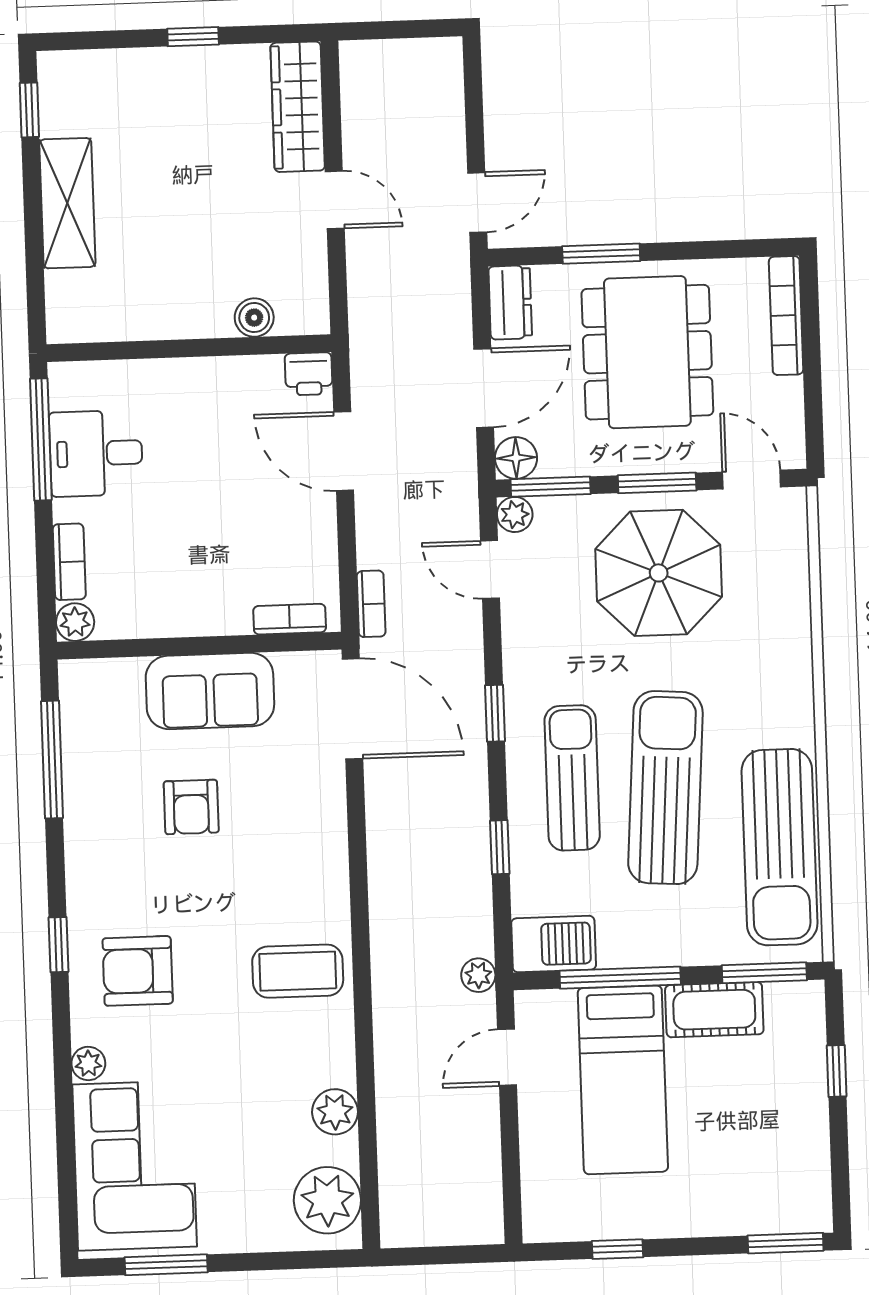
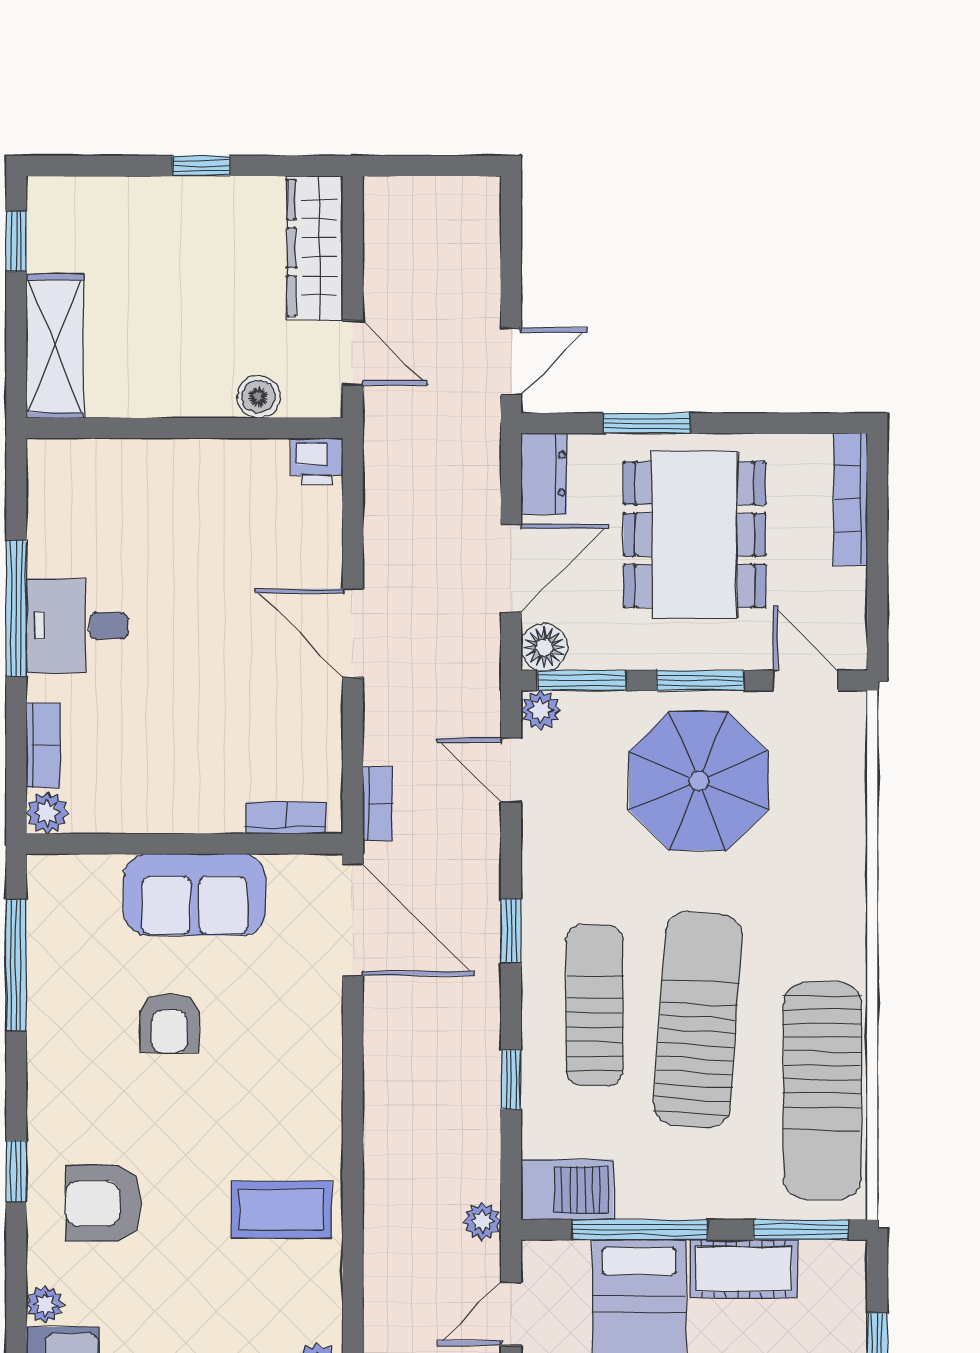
boiler: (254, 318) -> (258, 397), moved
wall: (189, 348) -> (184, 428), moved
printer: (309, 374) -> (317, 461), moved

